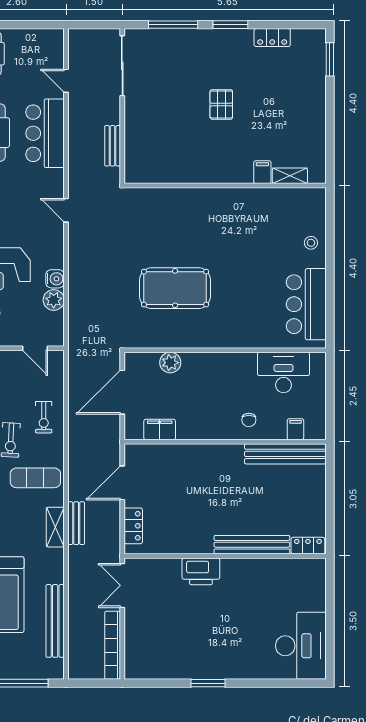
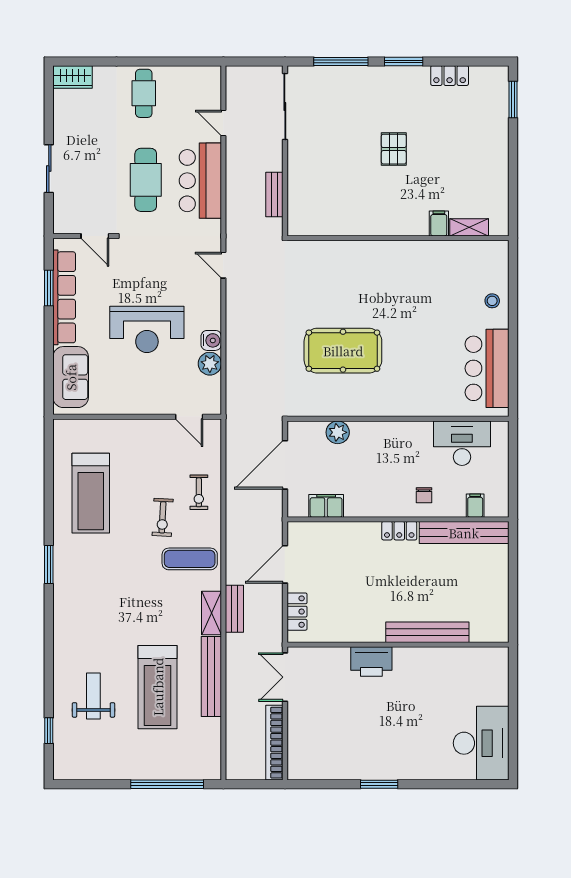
locker: (308, 546) -> (399, 531), moved, turned 180
bench: (55, 621) -> (211, 677), moved

